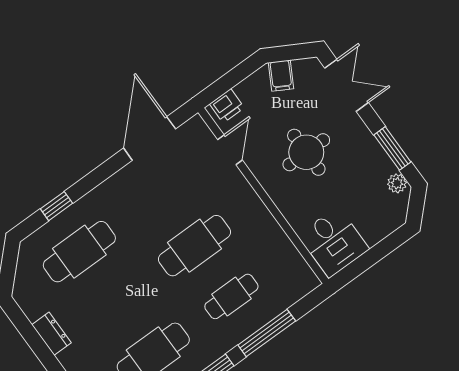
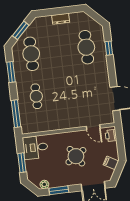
round table: (306, 152) -> (76, 156), turned -33
cafe table: (194, 246) -> (64, 93), removed
window: (378, 252) -> (22, 163), added
window: (267, 333) -> (16, 114), moved

